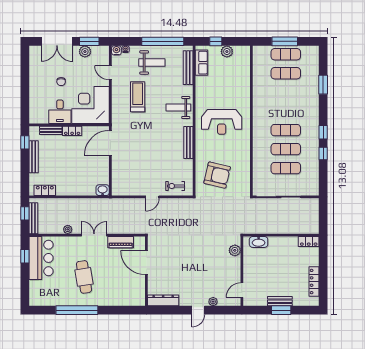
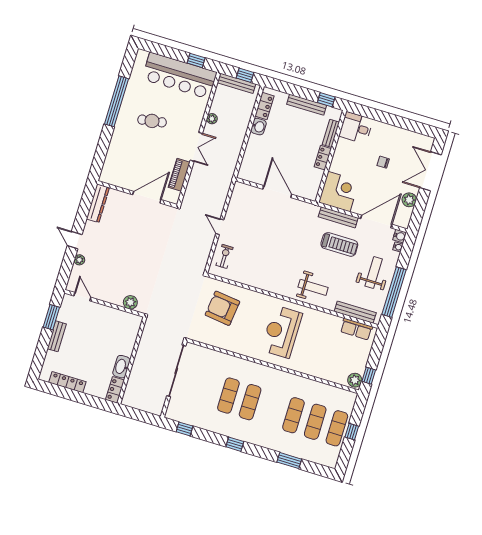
window: (89, 41) -> (419, 208), removed
window: (216, 41) -> (369, 376), moved
window: (285, 41) -> (352, 432), width x0.46
plant: (227, 52) -> (355, 380), moved
weight bench: (152, 62) -> (374, 272), turned 180
door: (110, 73) -> (376, 222), width x1.88
corner desk: (90, 105) -> (339, 192), width x0.74, depth x0.74
weight bench: (178, 107) -> (313, 287), turned 90
desk: (60, 112) -> (356, 128), moved
bench: (188, 142) -> (338, 217), moved
door: (110, 143) -> (277, 192), moved
window: (323, 153) -> (185, 429), moved
exercise mat: (286, 168) -> (293, 415), moved
armchair: (217, 175) -> (222, 308), turned 84
washbasin: (103, 190) -> (259, 127), moved
washbasin: (259, 242) -> (121, 367), moved
bar counter: (41, 258) -> (179, 76), width x1.36
cafe table: (84, 277) -> (152, 121), width x0.73, depth x0.74
window: (281, 310) -> (51, 317), moved

